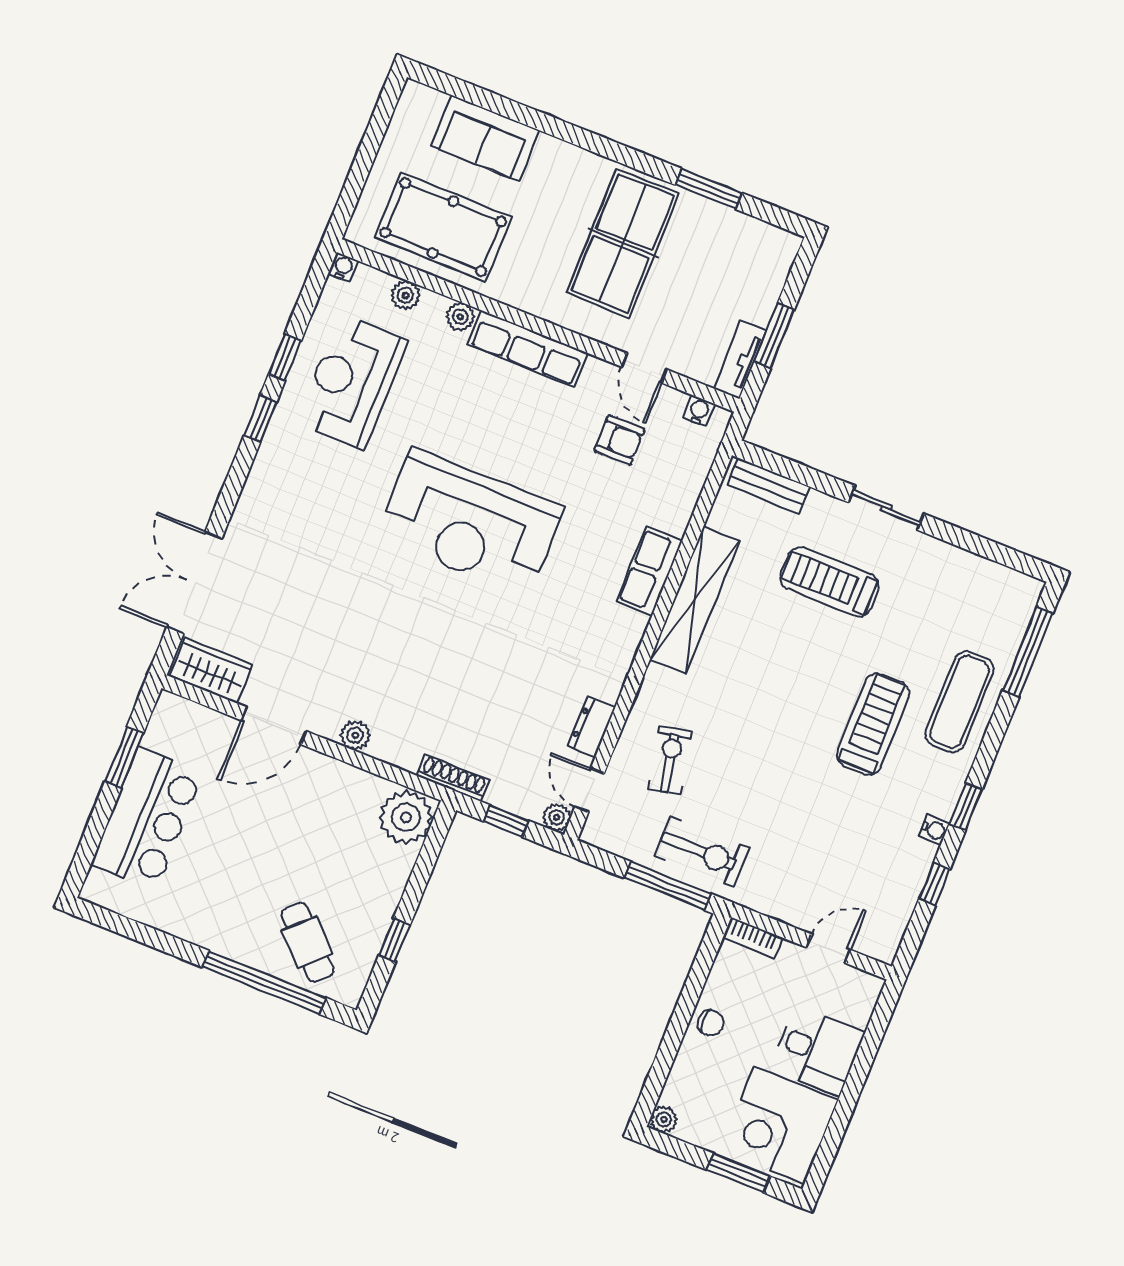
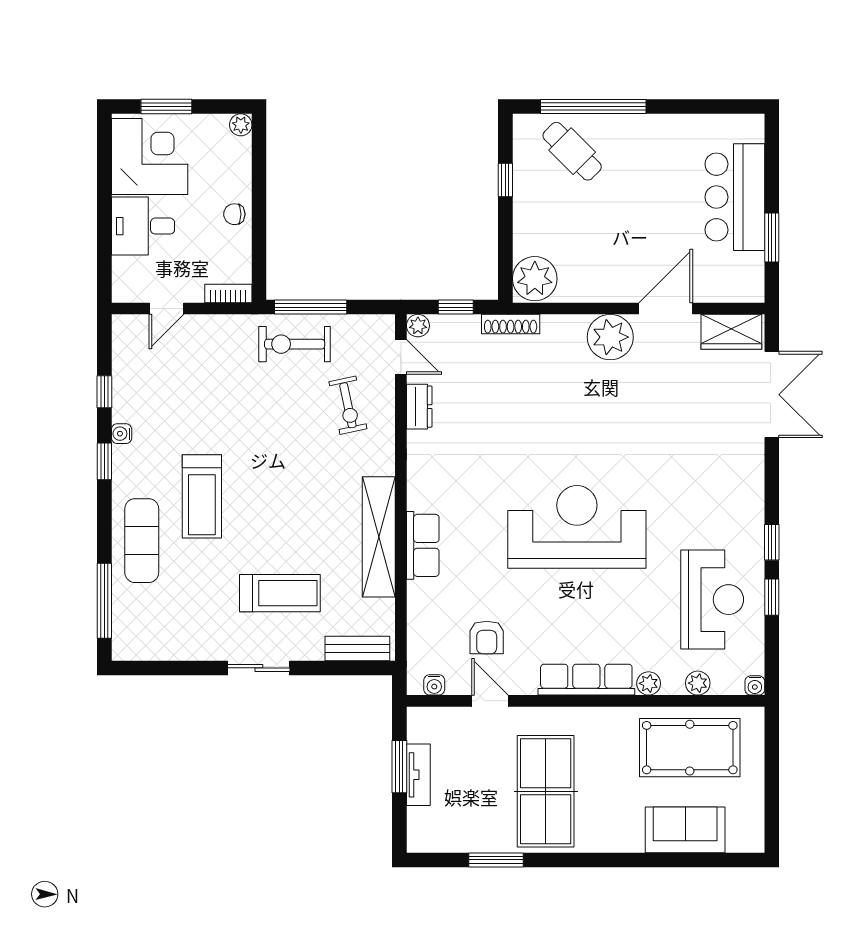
tv unit: (740, 359) -> (418, 775), moved
armchair: (620, 440) -> (487, 637), turned -90
plant: (355, 735) -> (610, 337), width x1.87, depth x1.87

